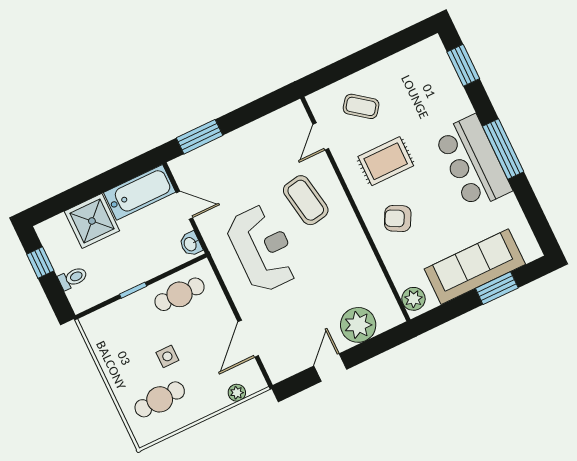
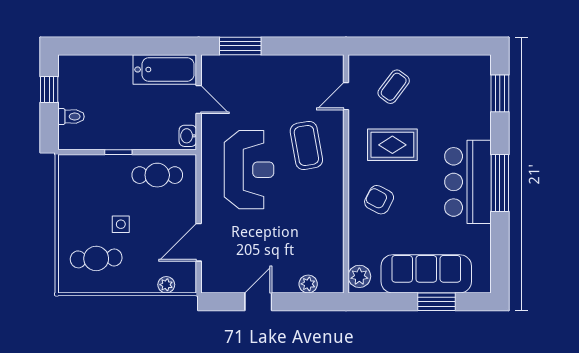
coffee table: (361, 106) -> (394, 87), turned 90
shower: (92, 221) -> (111, 75), removed
plant: (358, 325) -> (308, 284), width x0.53, depth x0.53

